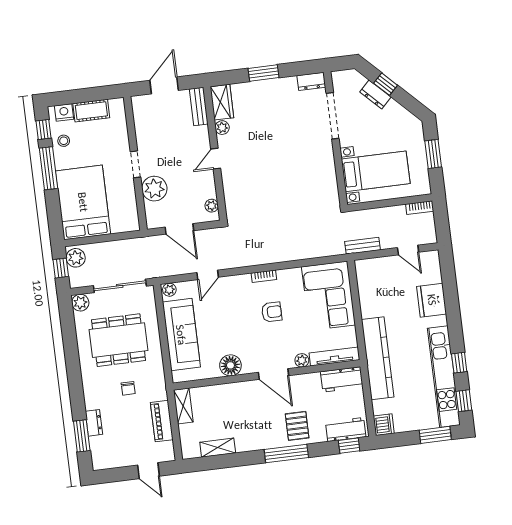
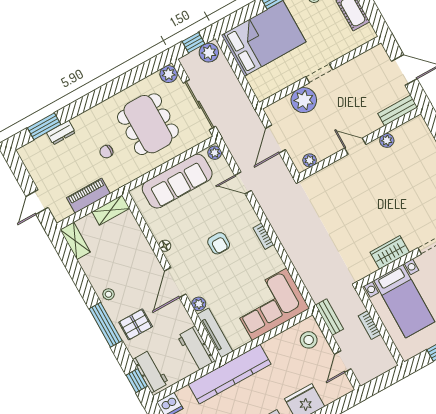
wardrobe: (222, 102) -> (390, 252), moved, turned 180
bookcase: (420, 208) -> (369, 325), moved
stool: (376, 273) -> (309, 340), added
armchair: (272, 312) -> (219, 243), moved
floor lamp: (230, 365) -> (165, 246), width x0.53, depth x0.53
stool: (259, 439) -> (108, 294), added
shelving: (218, 448) -> (75, 241), moved

